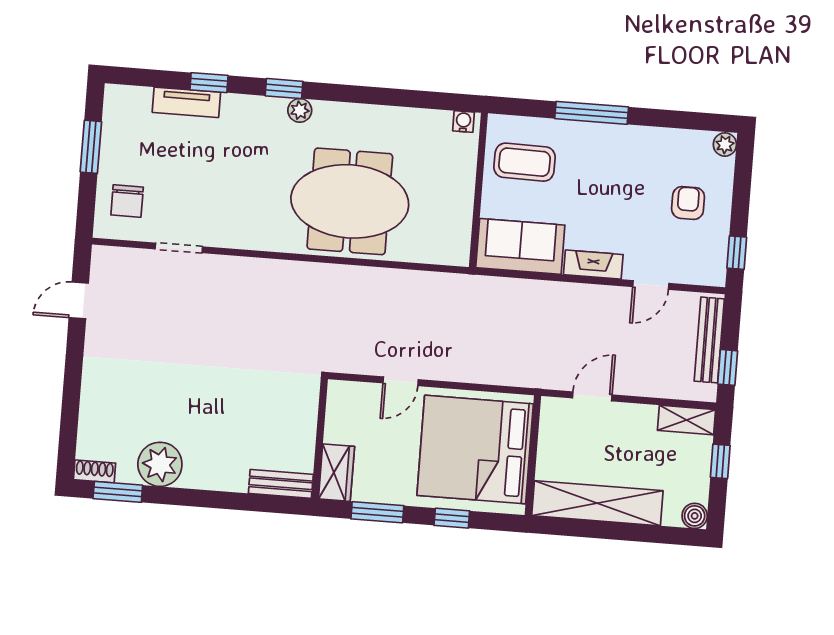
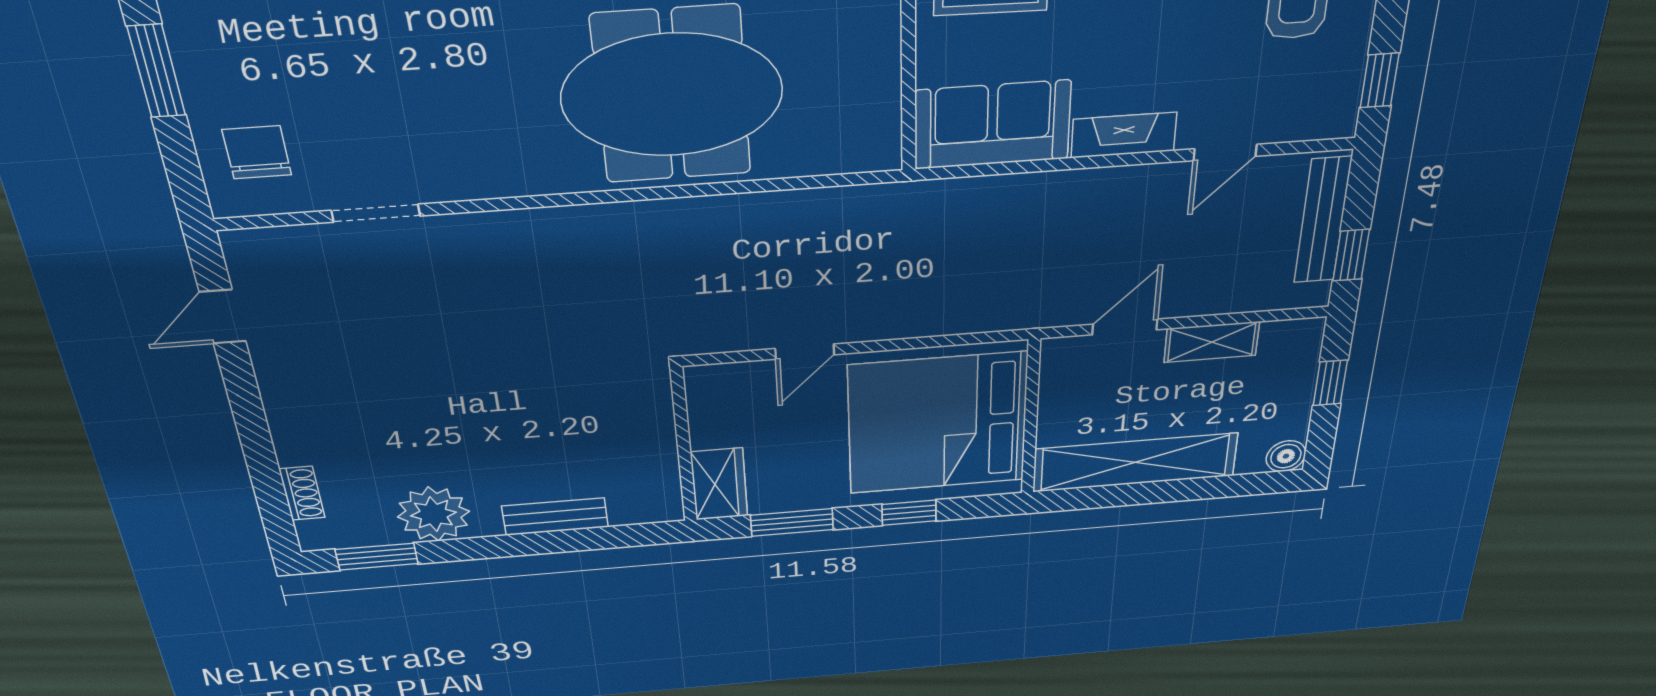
chair: (127, 201) -> (257, 152), turned 180
shelving: (687, 420) -> (1212, 342), moved
shoe rack: (95, 471) -> (302, 493), moved, turned 90
bench: (281, 484) -> (555, 517), moved

